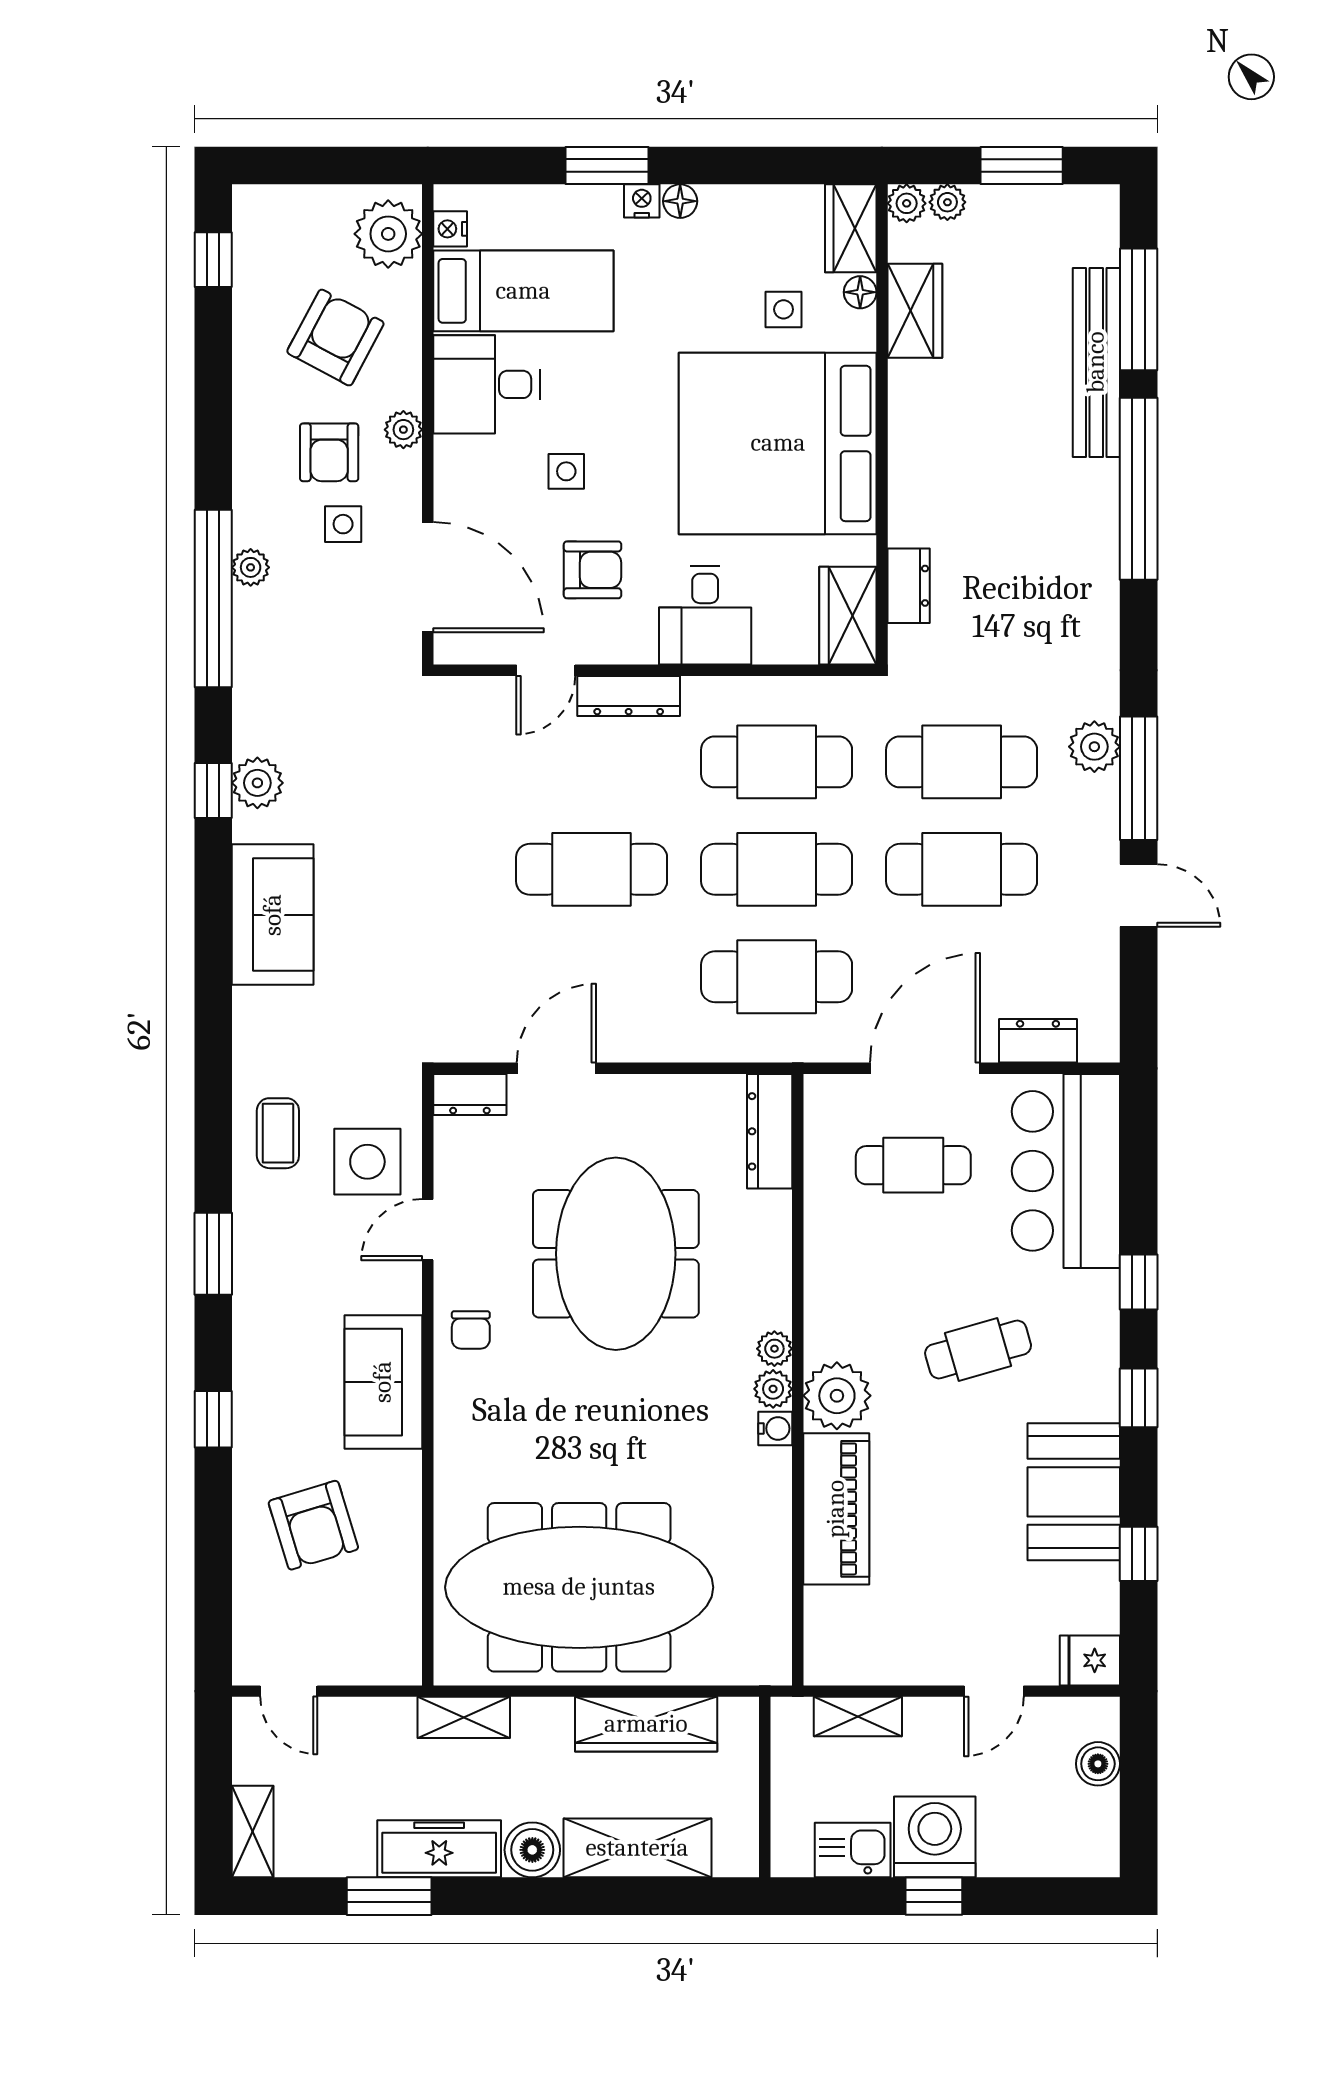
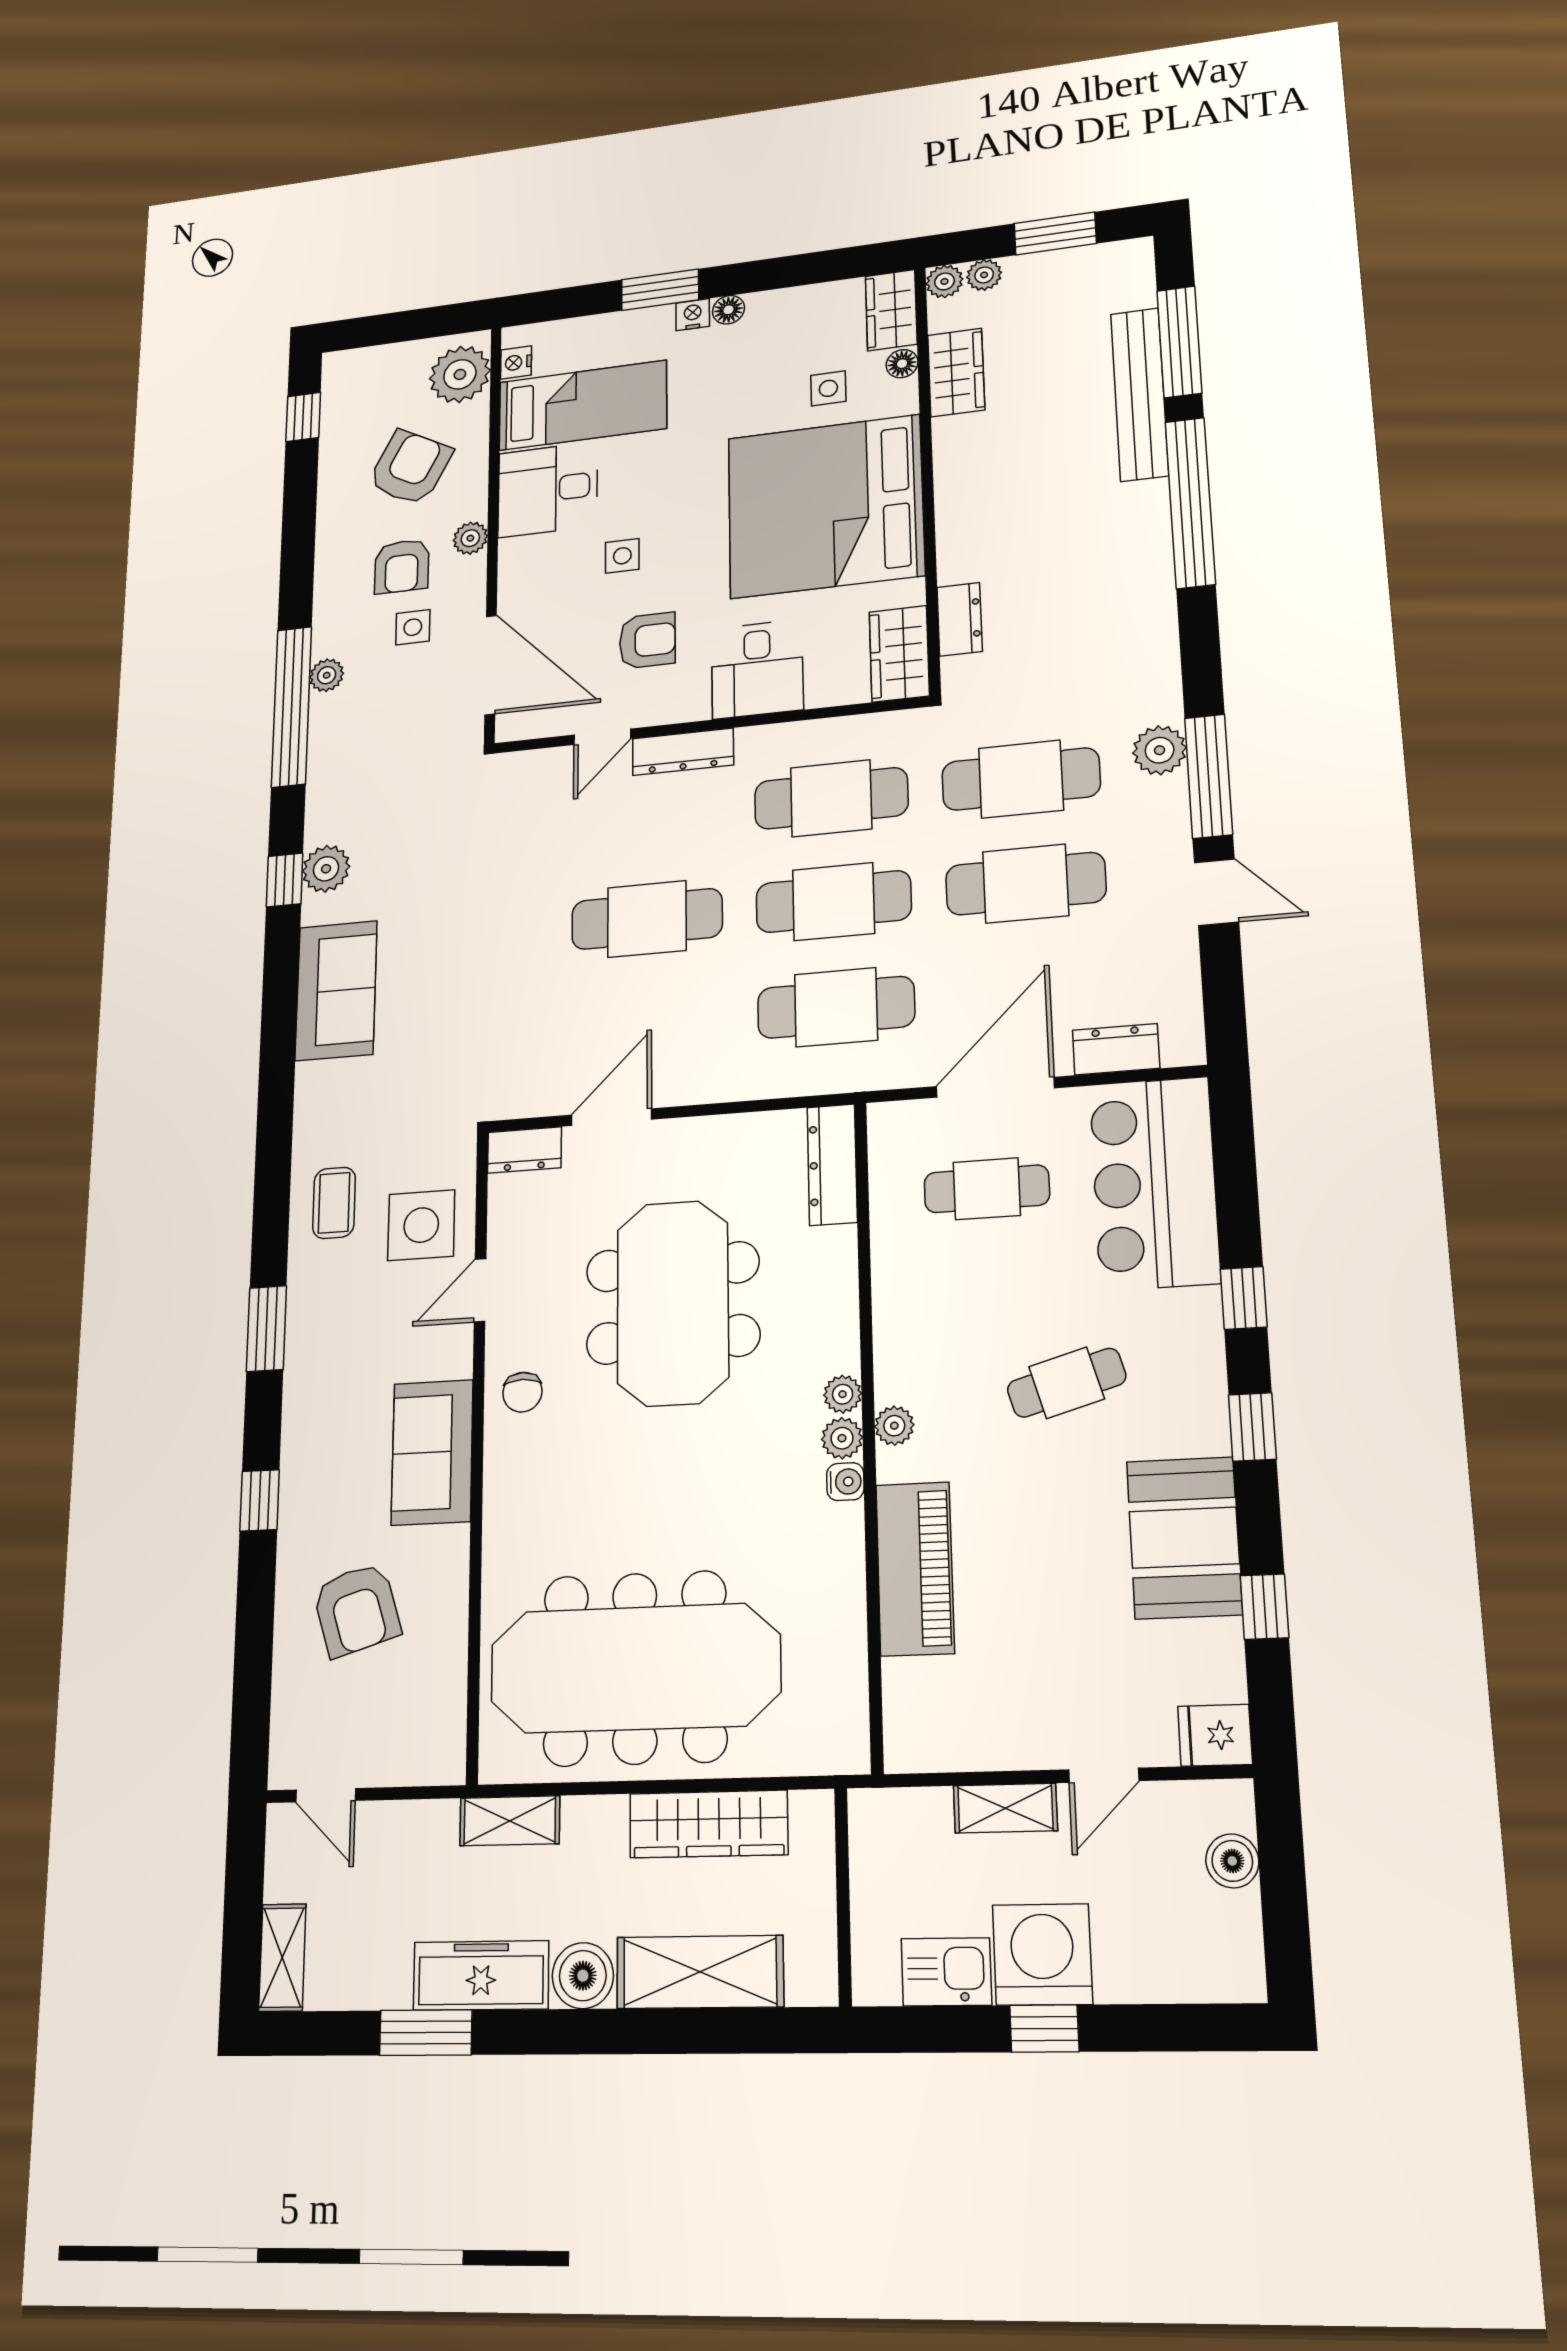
plant: (837, 1396) -> (894, 1426), width x0.53, depth x0.53
shelving: (858, 1717) -> (1005, 1808), moved

